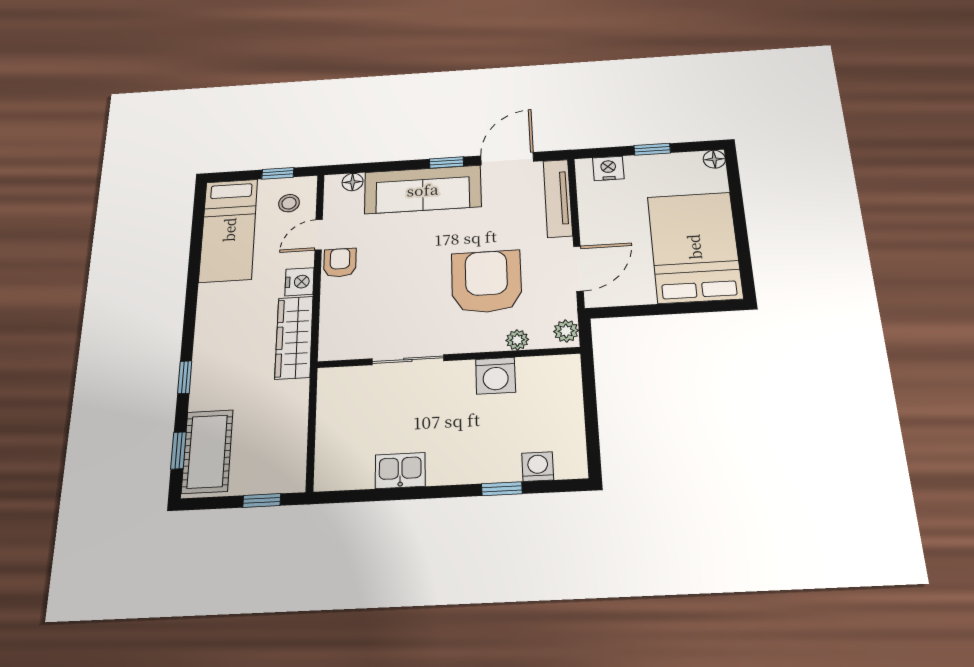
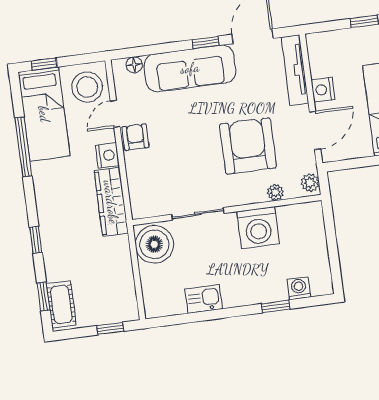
nightstand: (608, 168) -> (323, 90), moved, turned -90
window: (278, 173) -> (44, 64), moved
stool: (289, 203) -> (87, 87), width x1.89, depth x1.89
window: (194, 265) -> (23, 147), added
washing machine: (496, 376) -> (258, 228), width x1.37, depth x1.37
boiler: (343, 394) -> (154, 244), added
cot: (207, 451) -> (61, 304), width x0.73, depth x0.75

